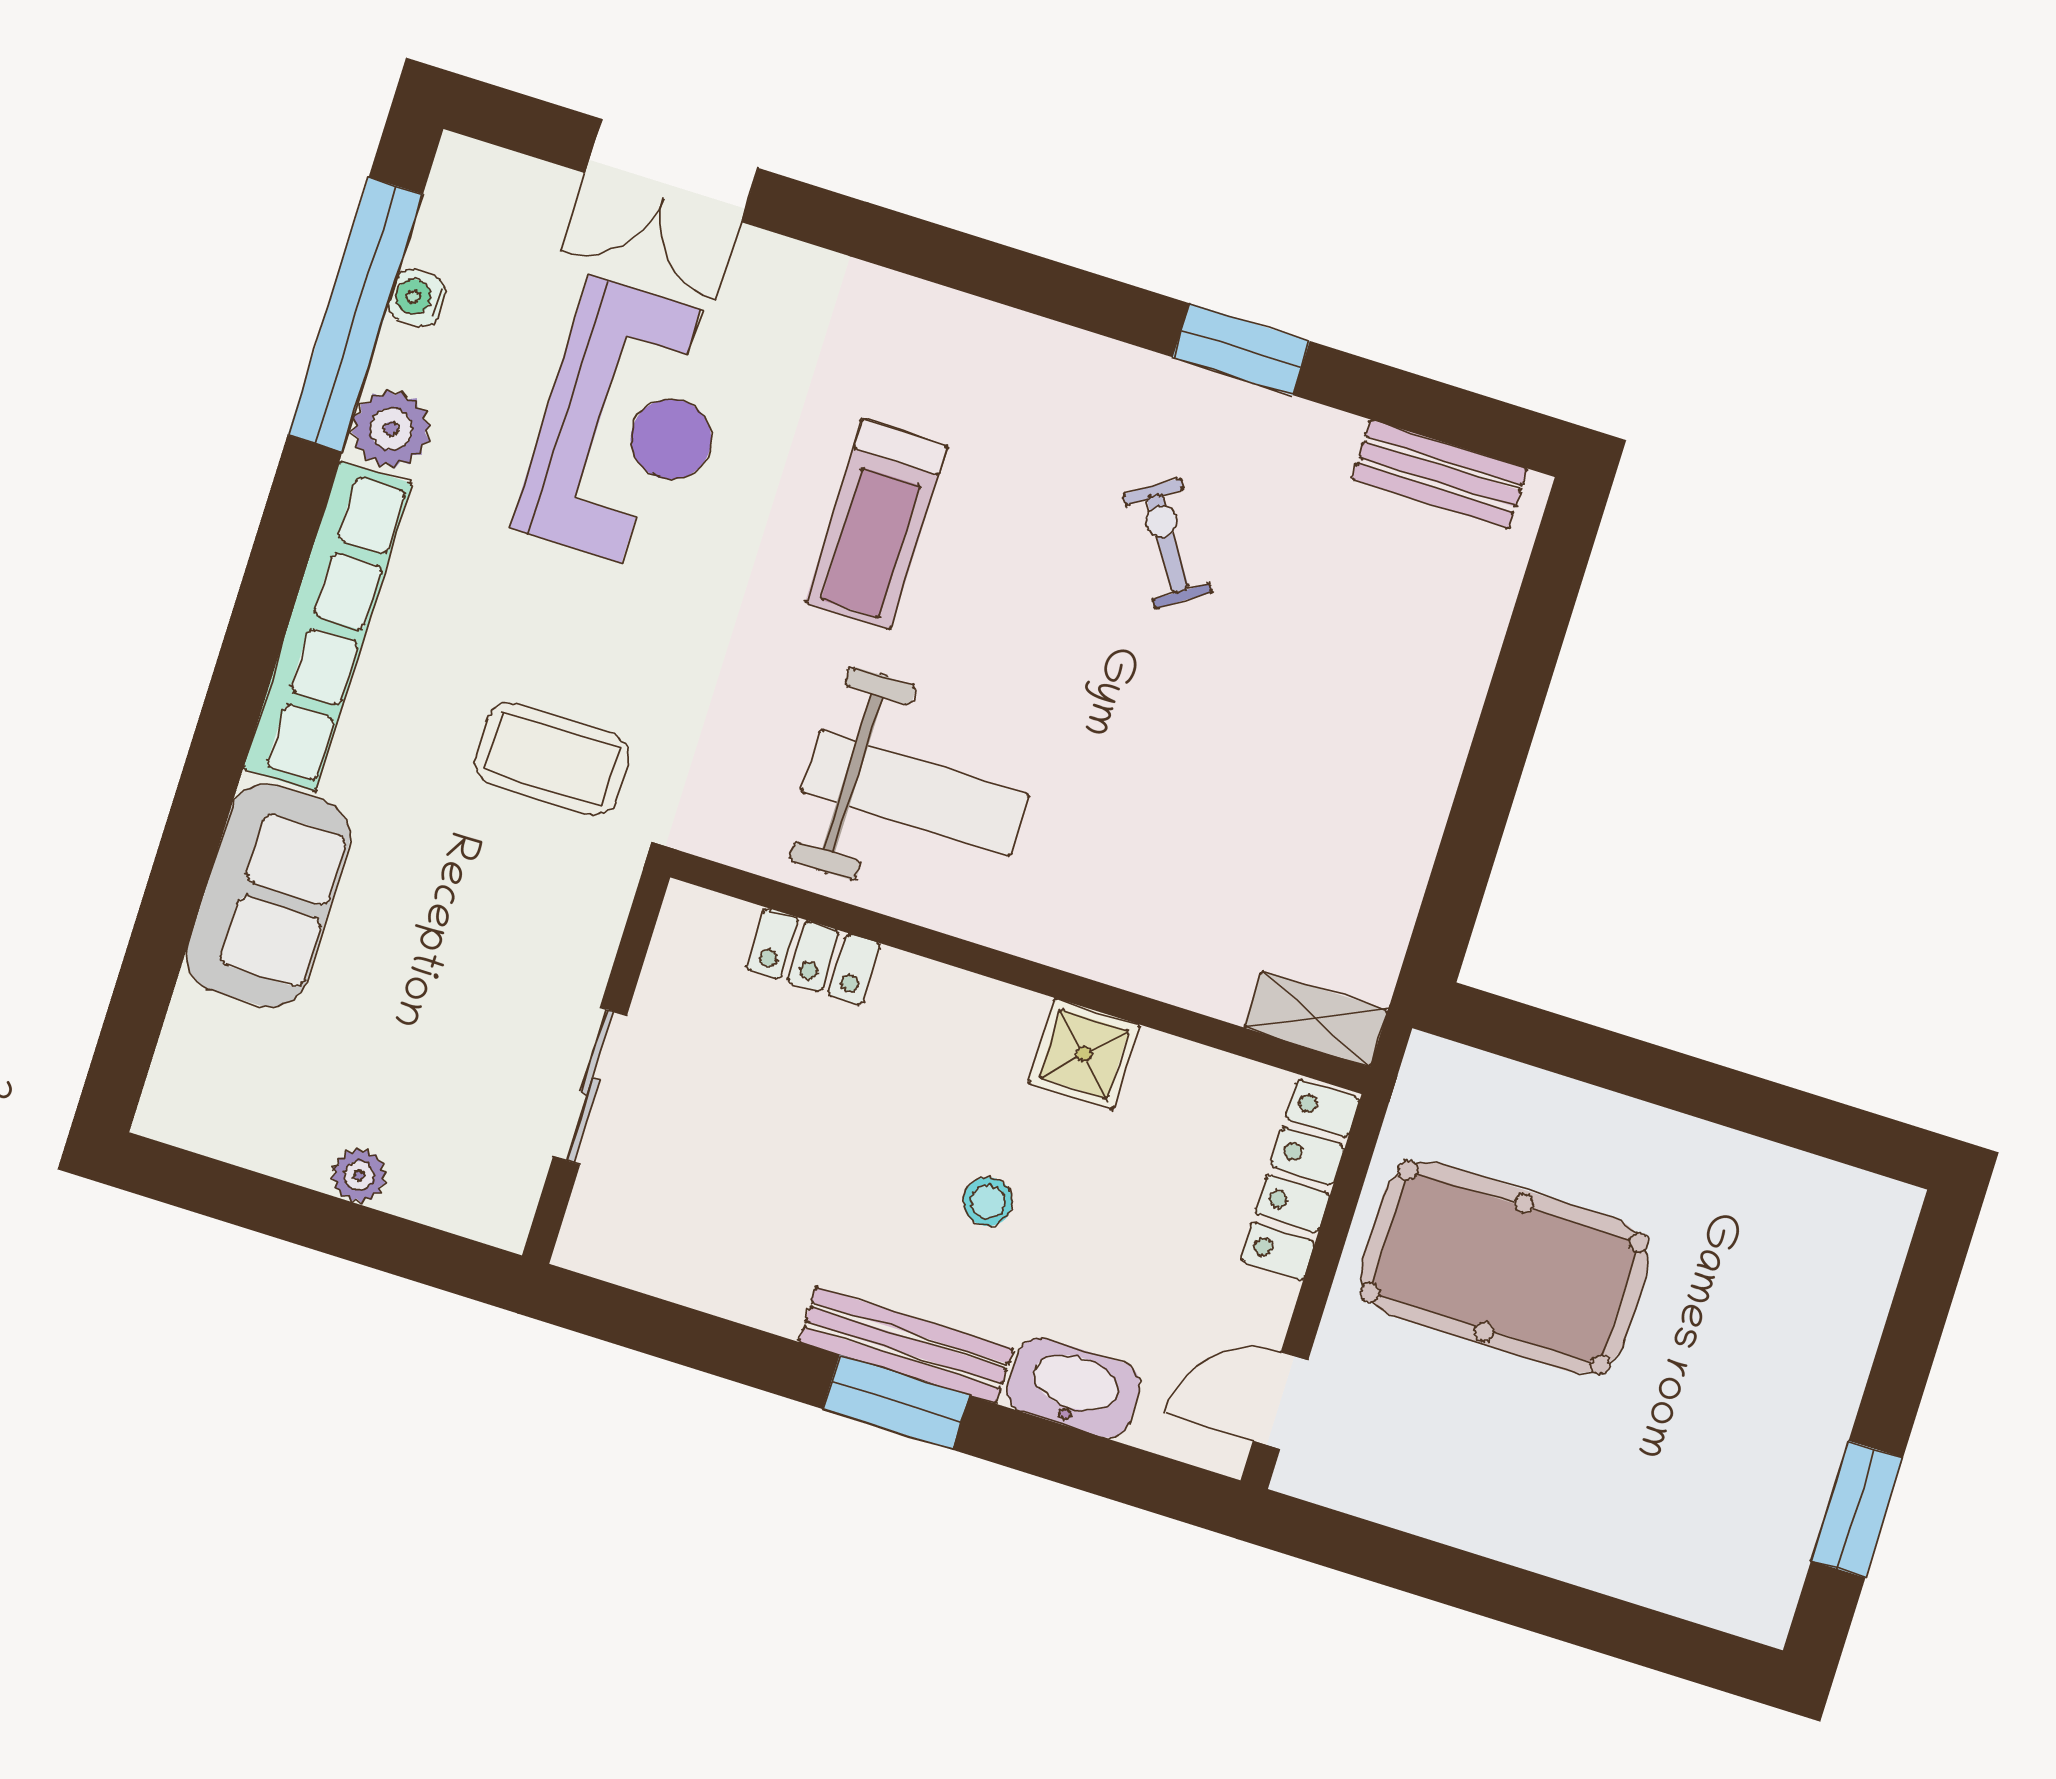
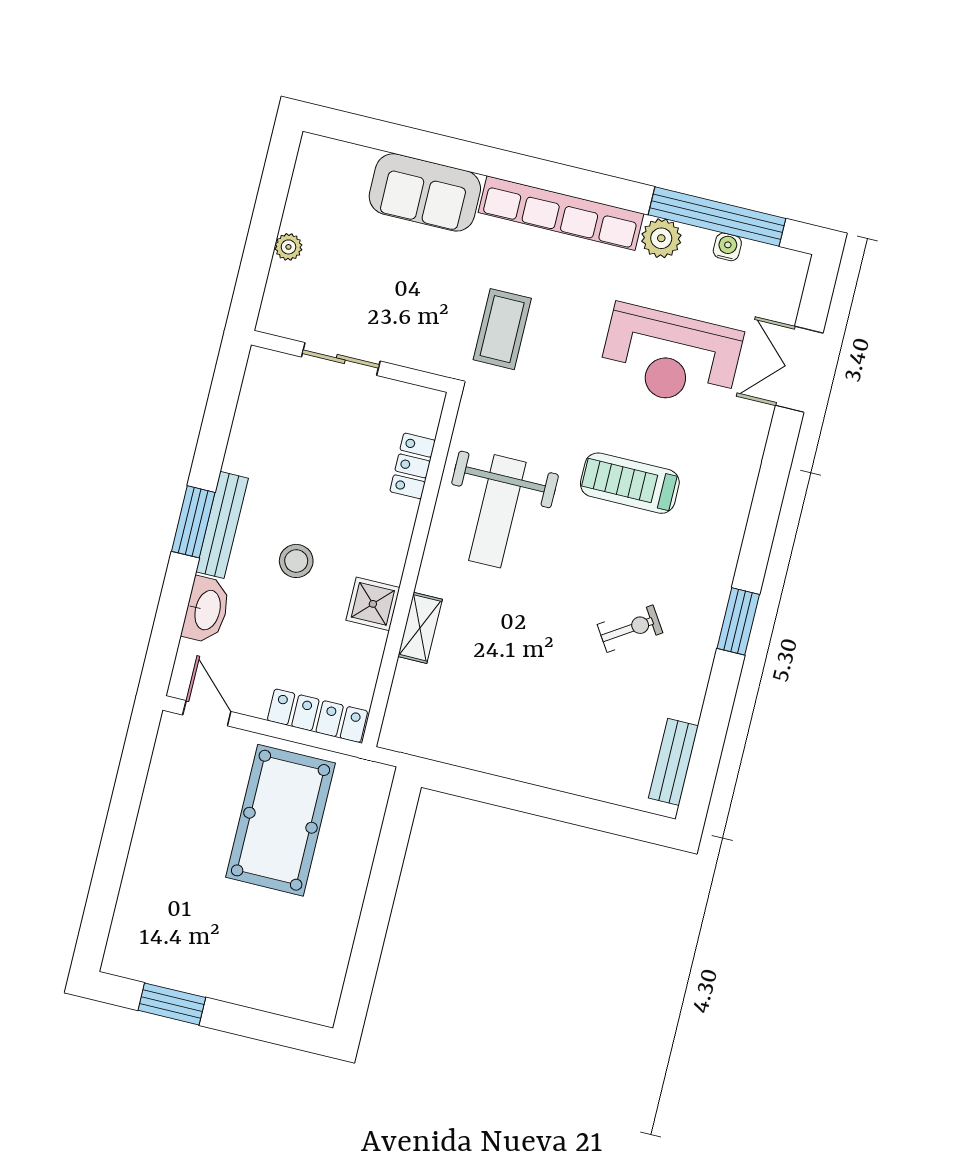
window: (1241, 349) -> (738, 621), moved
shelving: (1316, 1019) -> (420, 628), moved
stool: (988, 1202) -> (296, 561), width x1.37, depth x1.37

